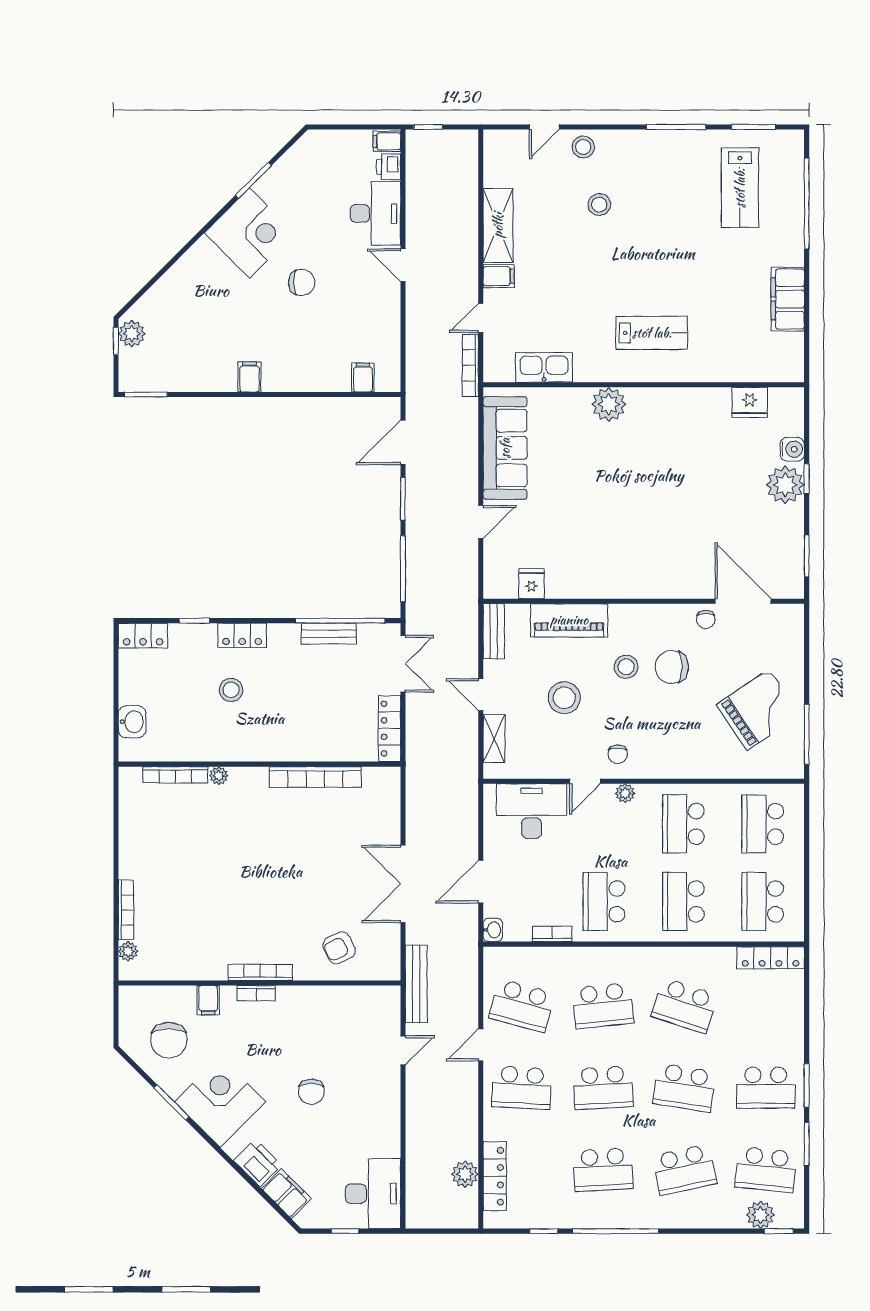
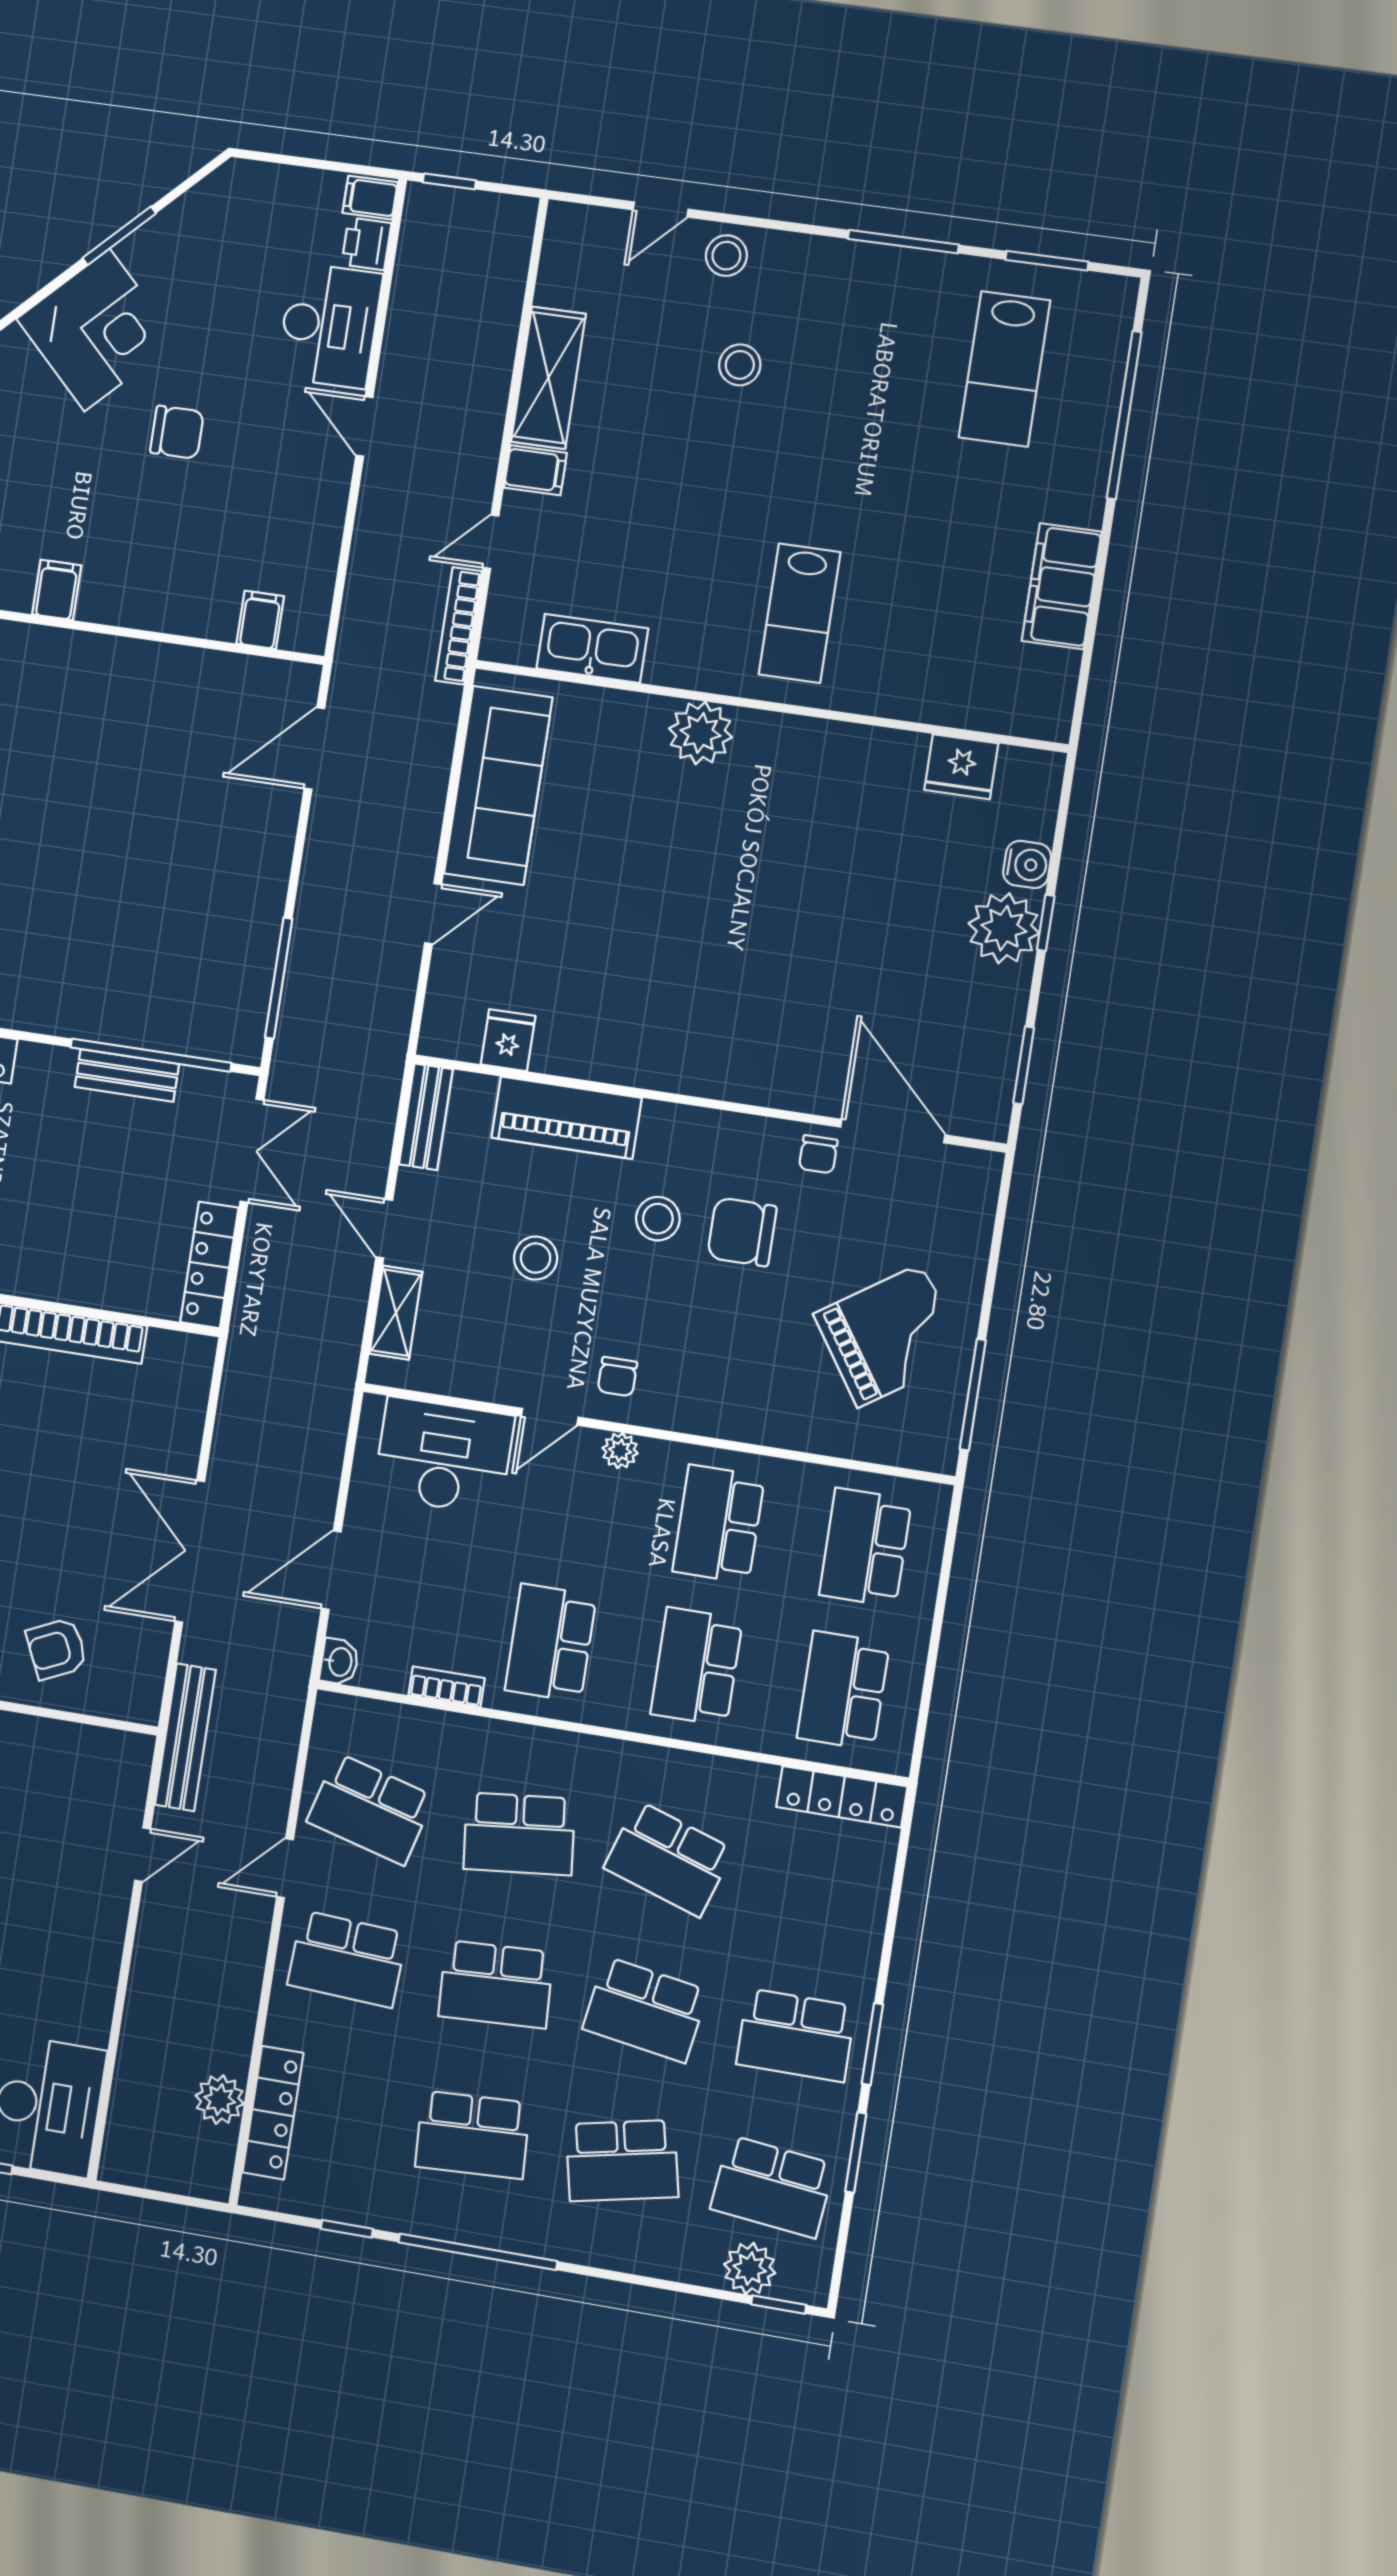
lab bench: (652, 333) -> (800, 613), turned 90
window: (403, 499) -> (299, 851), removed
stool: (564, 698) -> (536, 1258), width x0.73, depth x0.73

